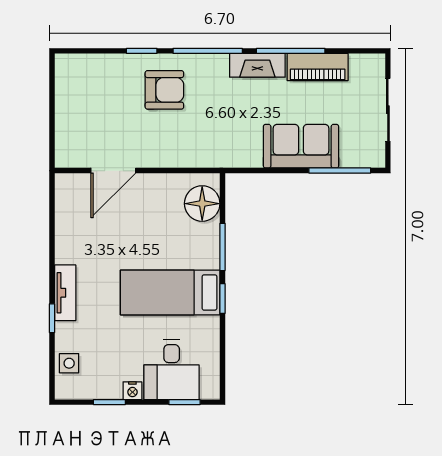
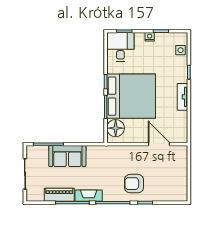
door: (113, 171) -> (159, 144), hinge flipped
bed: (170, 292) -> (131, 96), width x2.04
tv unit: (65, 293) -> (182, 97), moved
desk: (172, 370) -> (120, 47), moved

